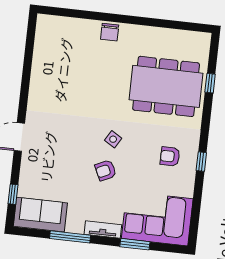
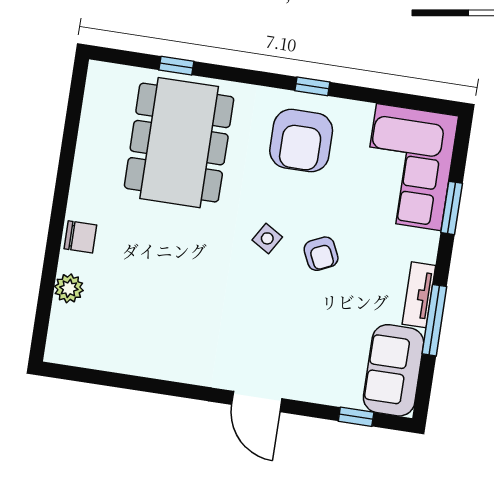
plant: (80, 27) -> (69, 288), added
armchair: (170, 156) -> (301, 141), width x1.88, depth x1.88
tv unit: (103, 230) -> (419, 295), moved

